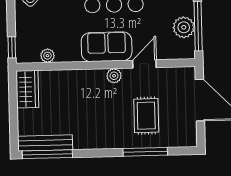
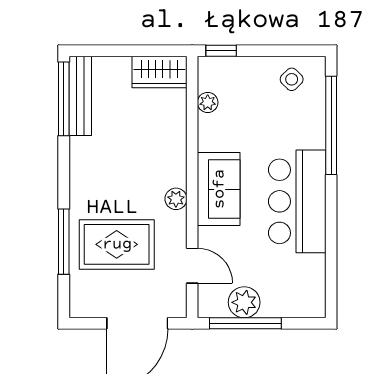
door: (144, 64) -> (192, 266), moved
rug: (146, 116) -> (117, 244), width x1.36, depth x1.43

